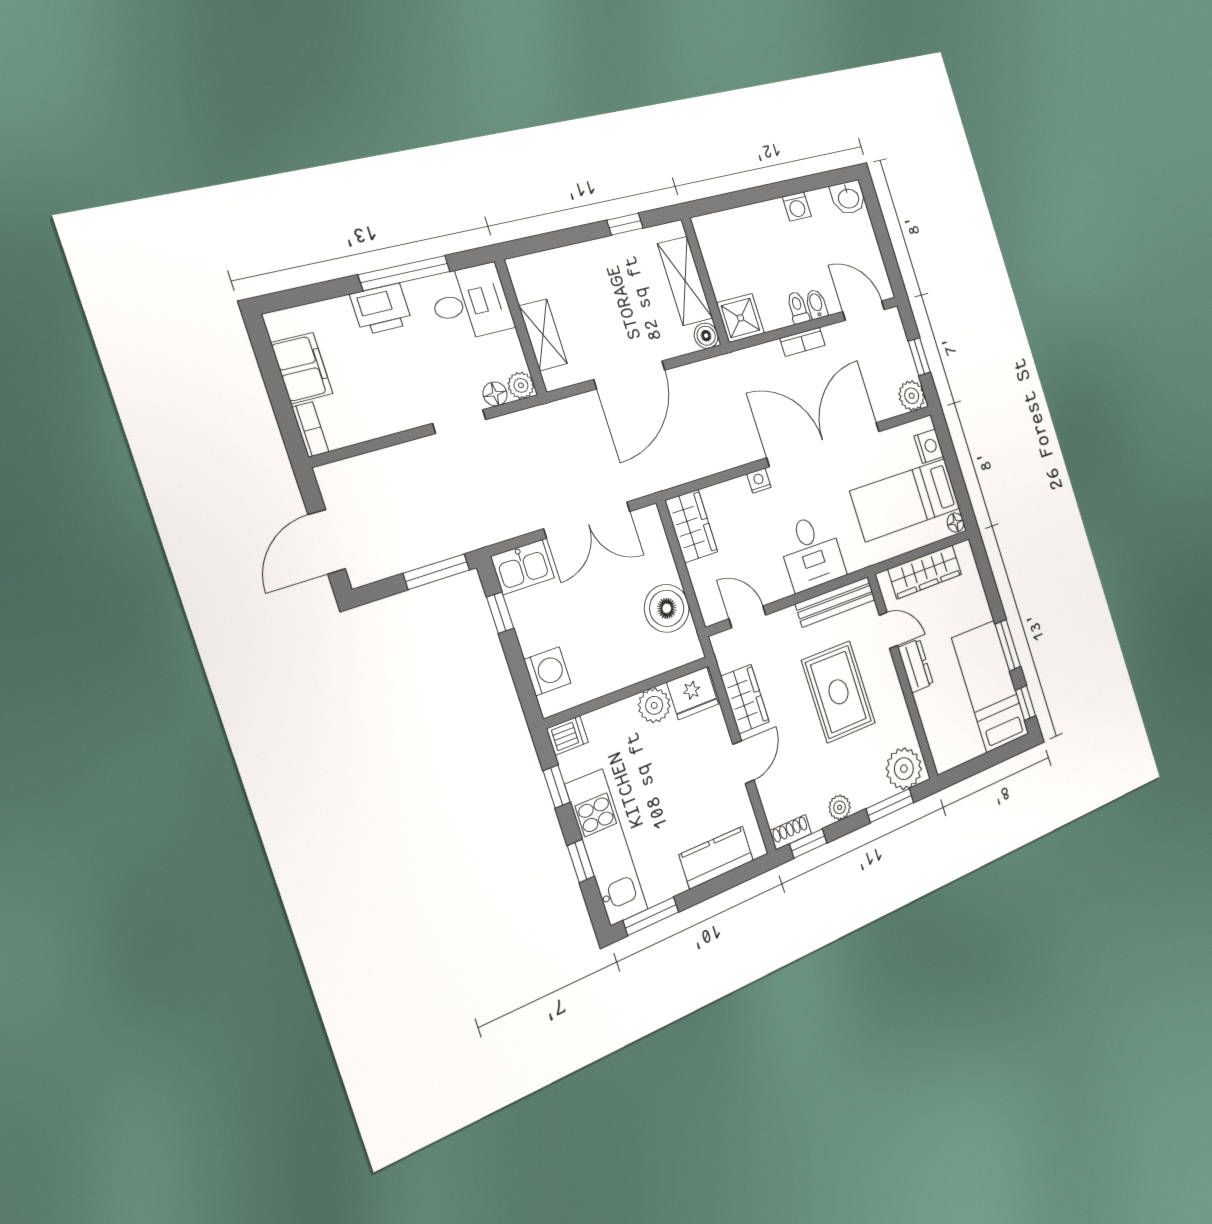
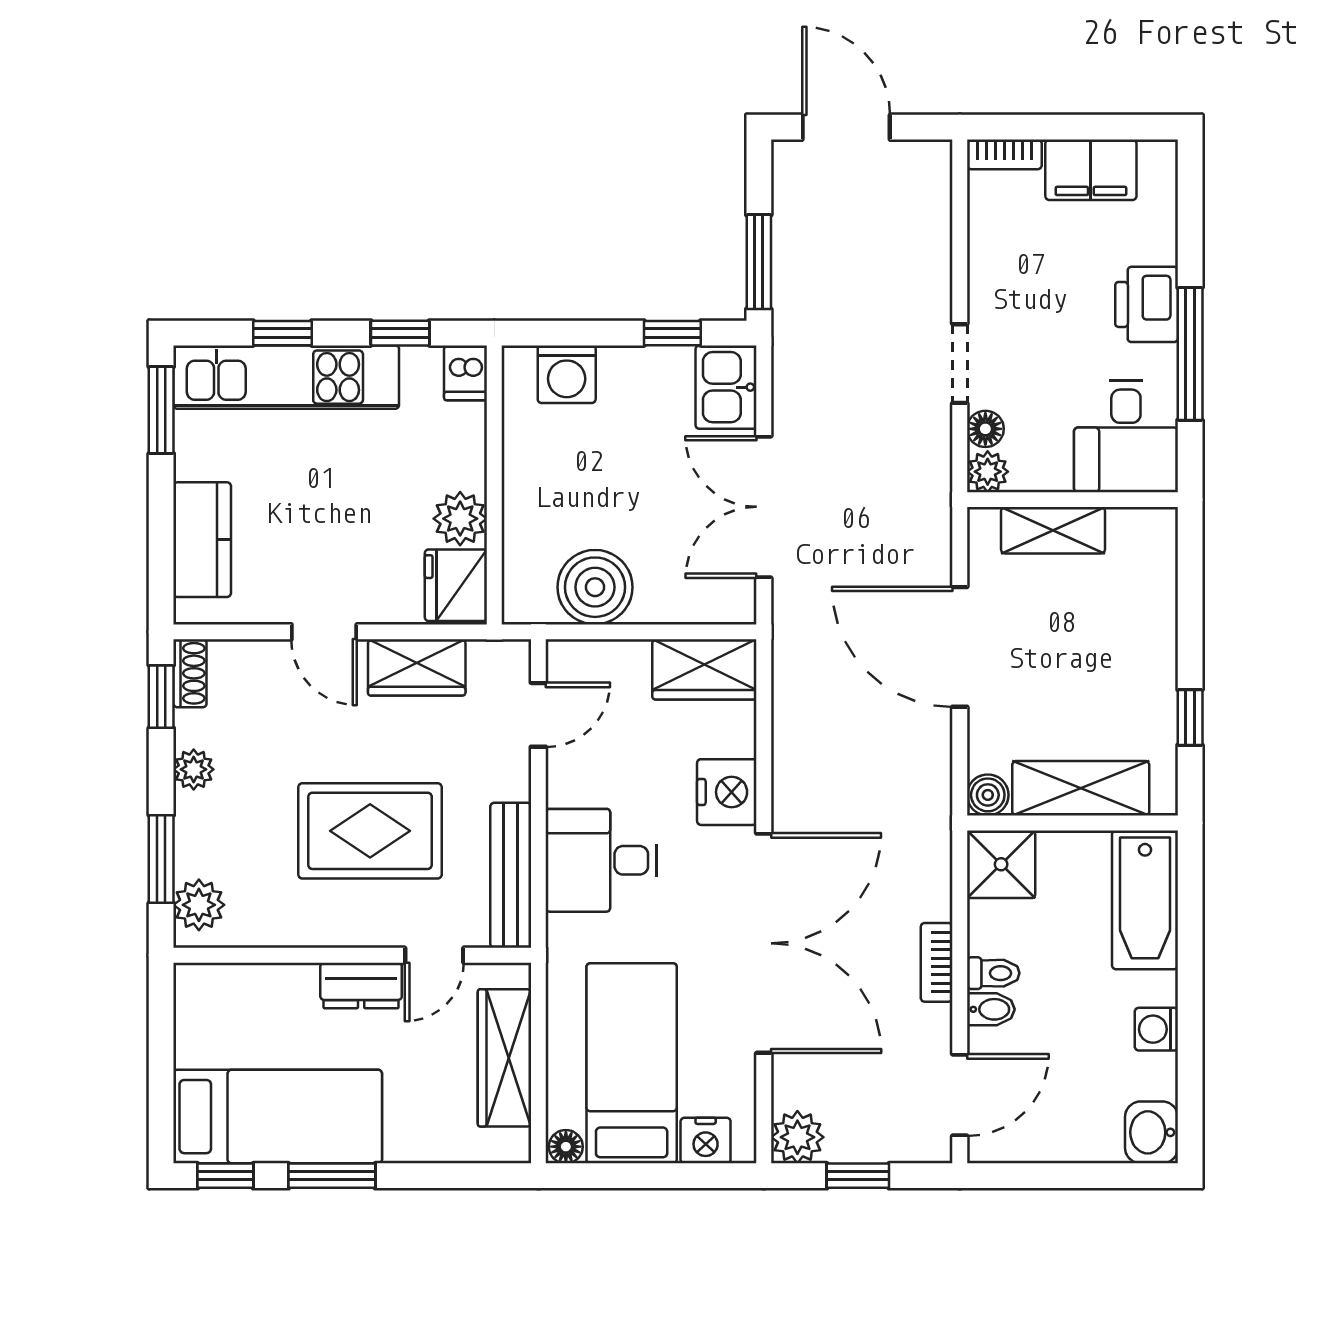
bathtub: (733, 229) -> (1145, 900), added
nightstand: (759, 481) -> (727, 792), width x1.89, depth x1.79
plant: (904, 769) -> (199, 905), width x0.73, depth x0.73

